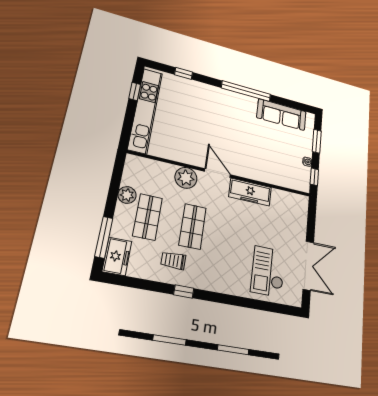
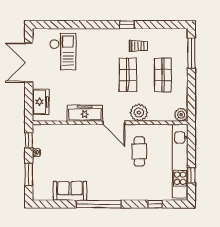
sofa: (282, 115) -> (70, 191), width x0.73
cafe table: (192, 134) -> (139, 152), added
plant: (127, 195) -> (181, 115), moved
freezer: (117, 256) -> (41, 102), moved, turned 180

